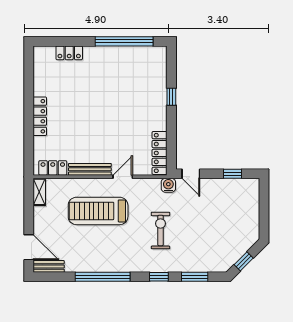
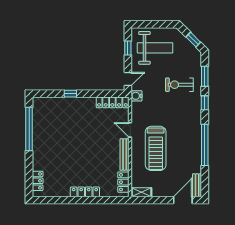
locker: (69, 53) -> (38, 181), moved
weight bench: (233, 210) -> (155, 48), added
exercise bike: (161, 230) -> (179, 85), moved

